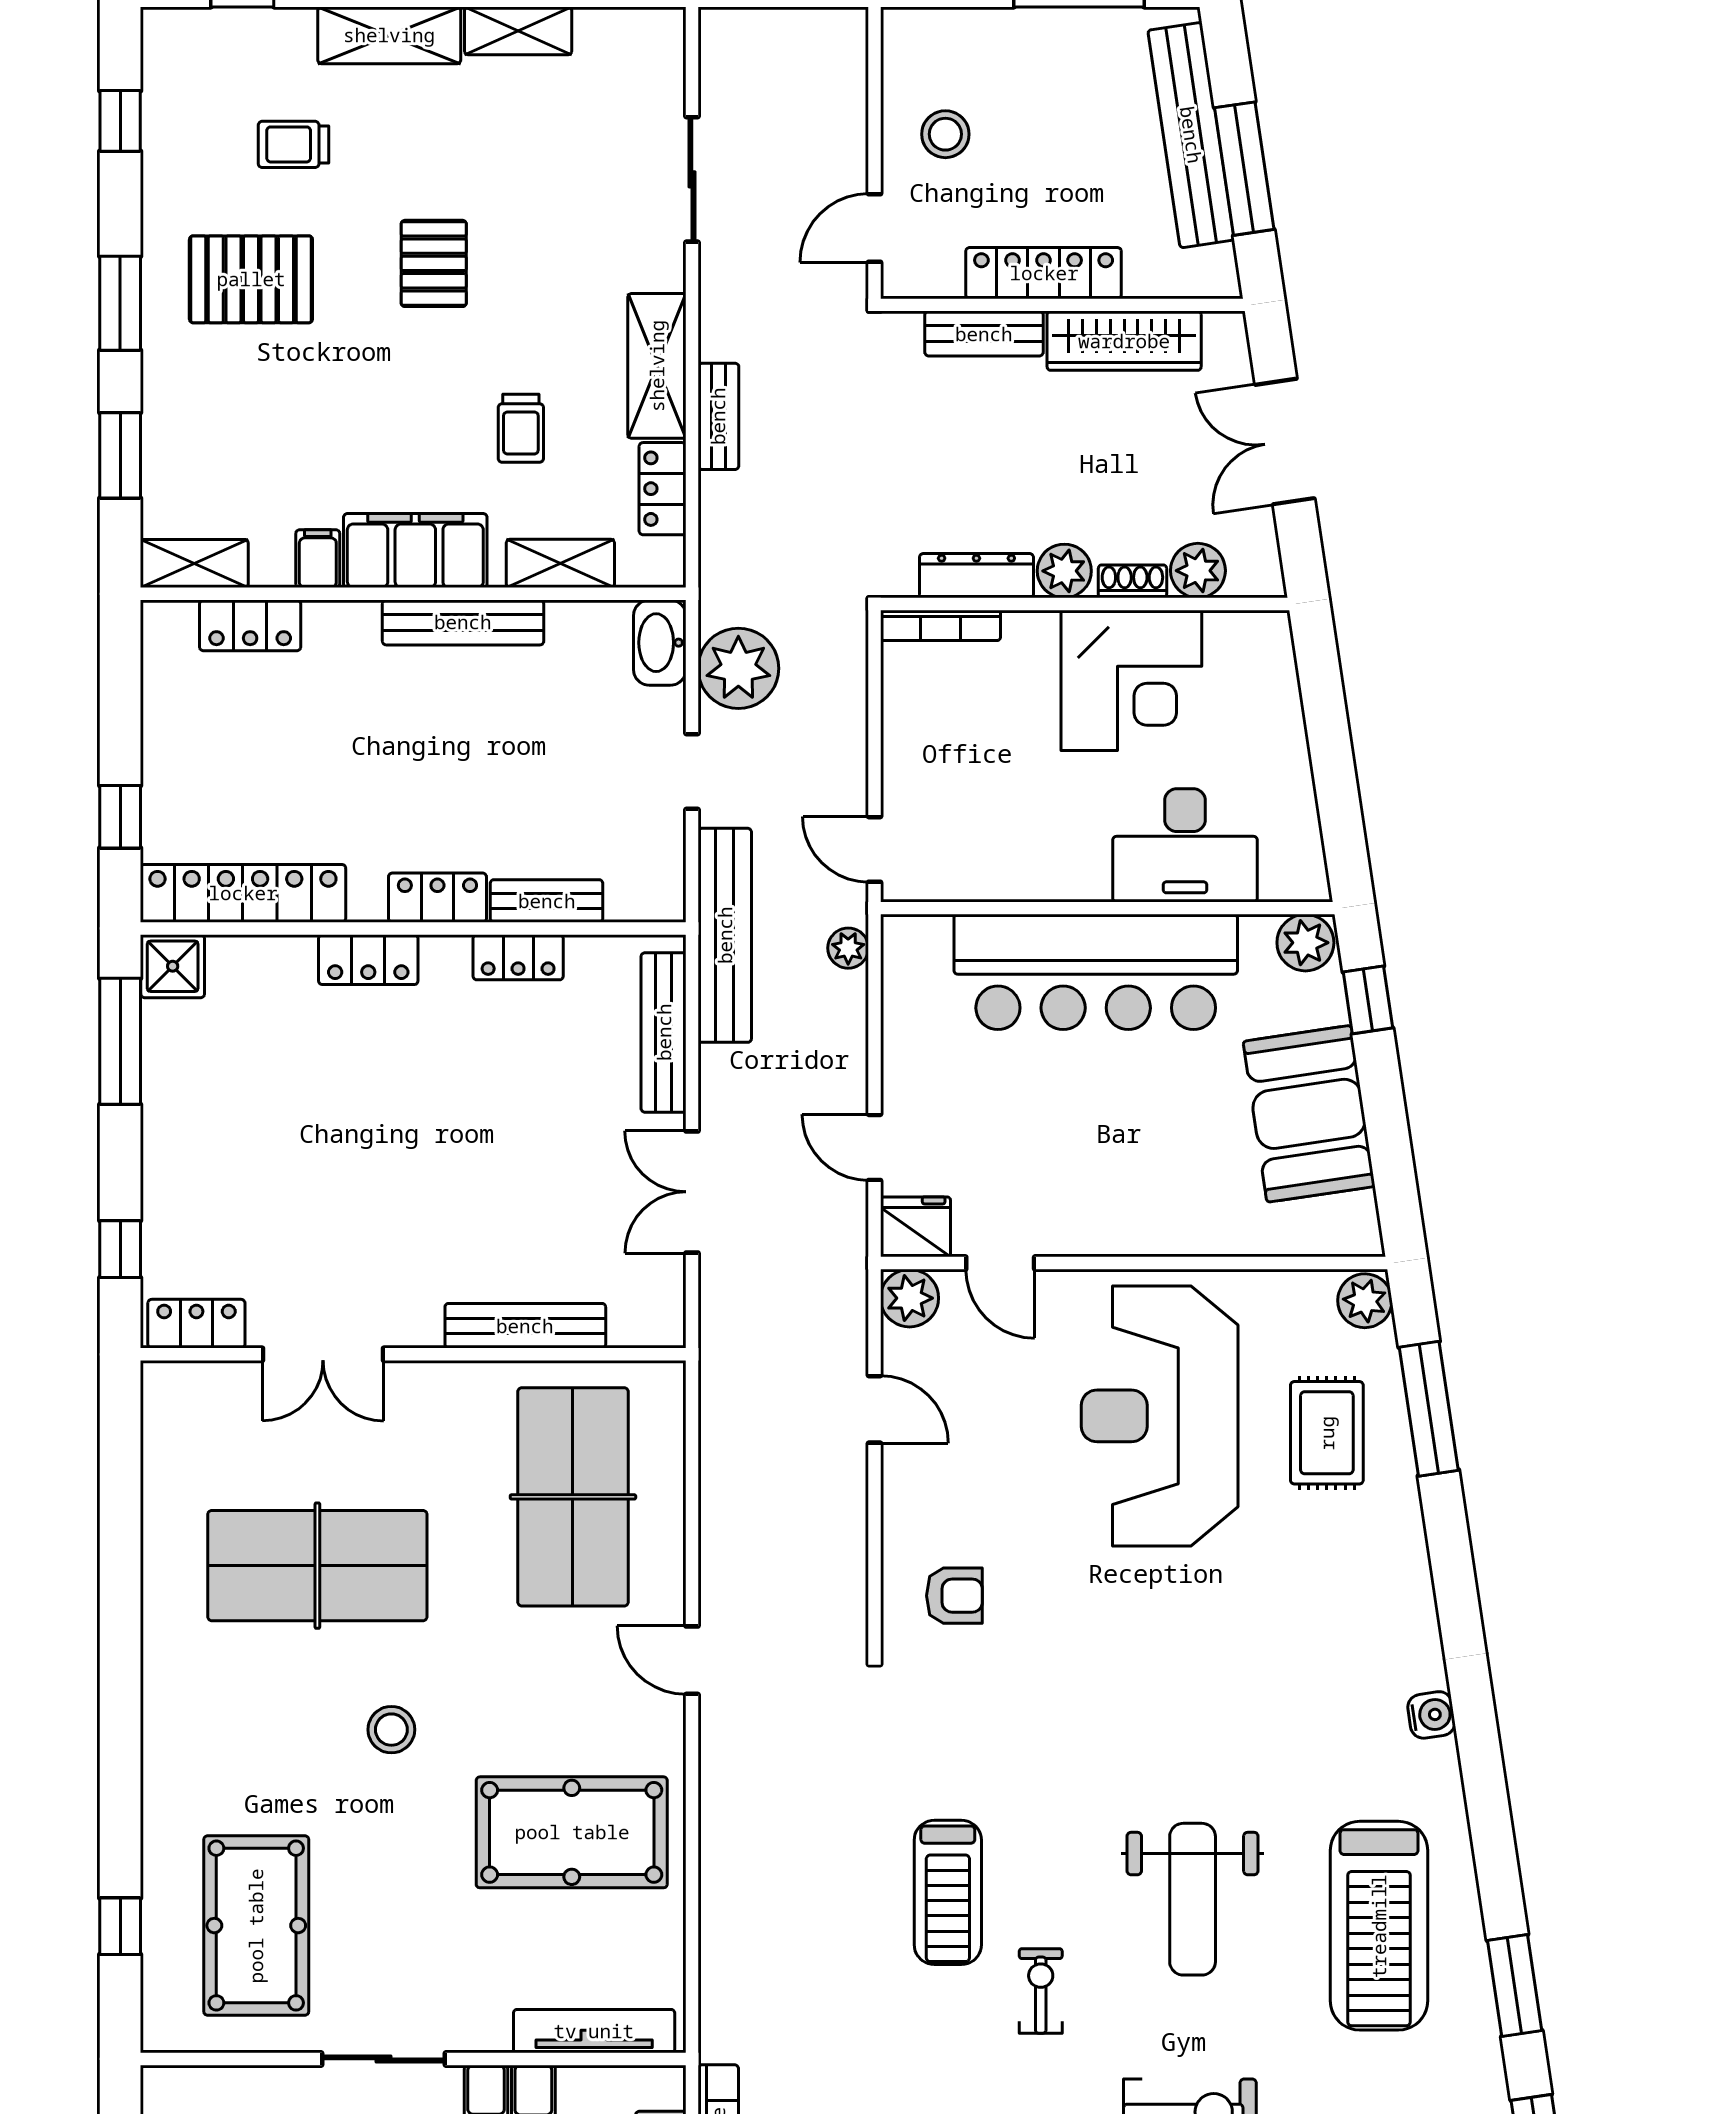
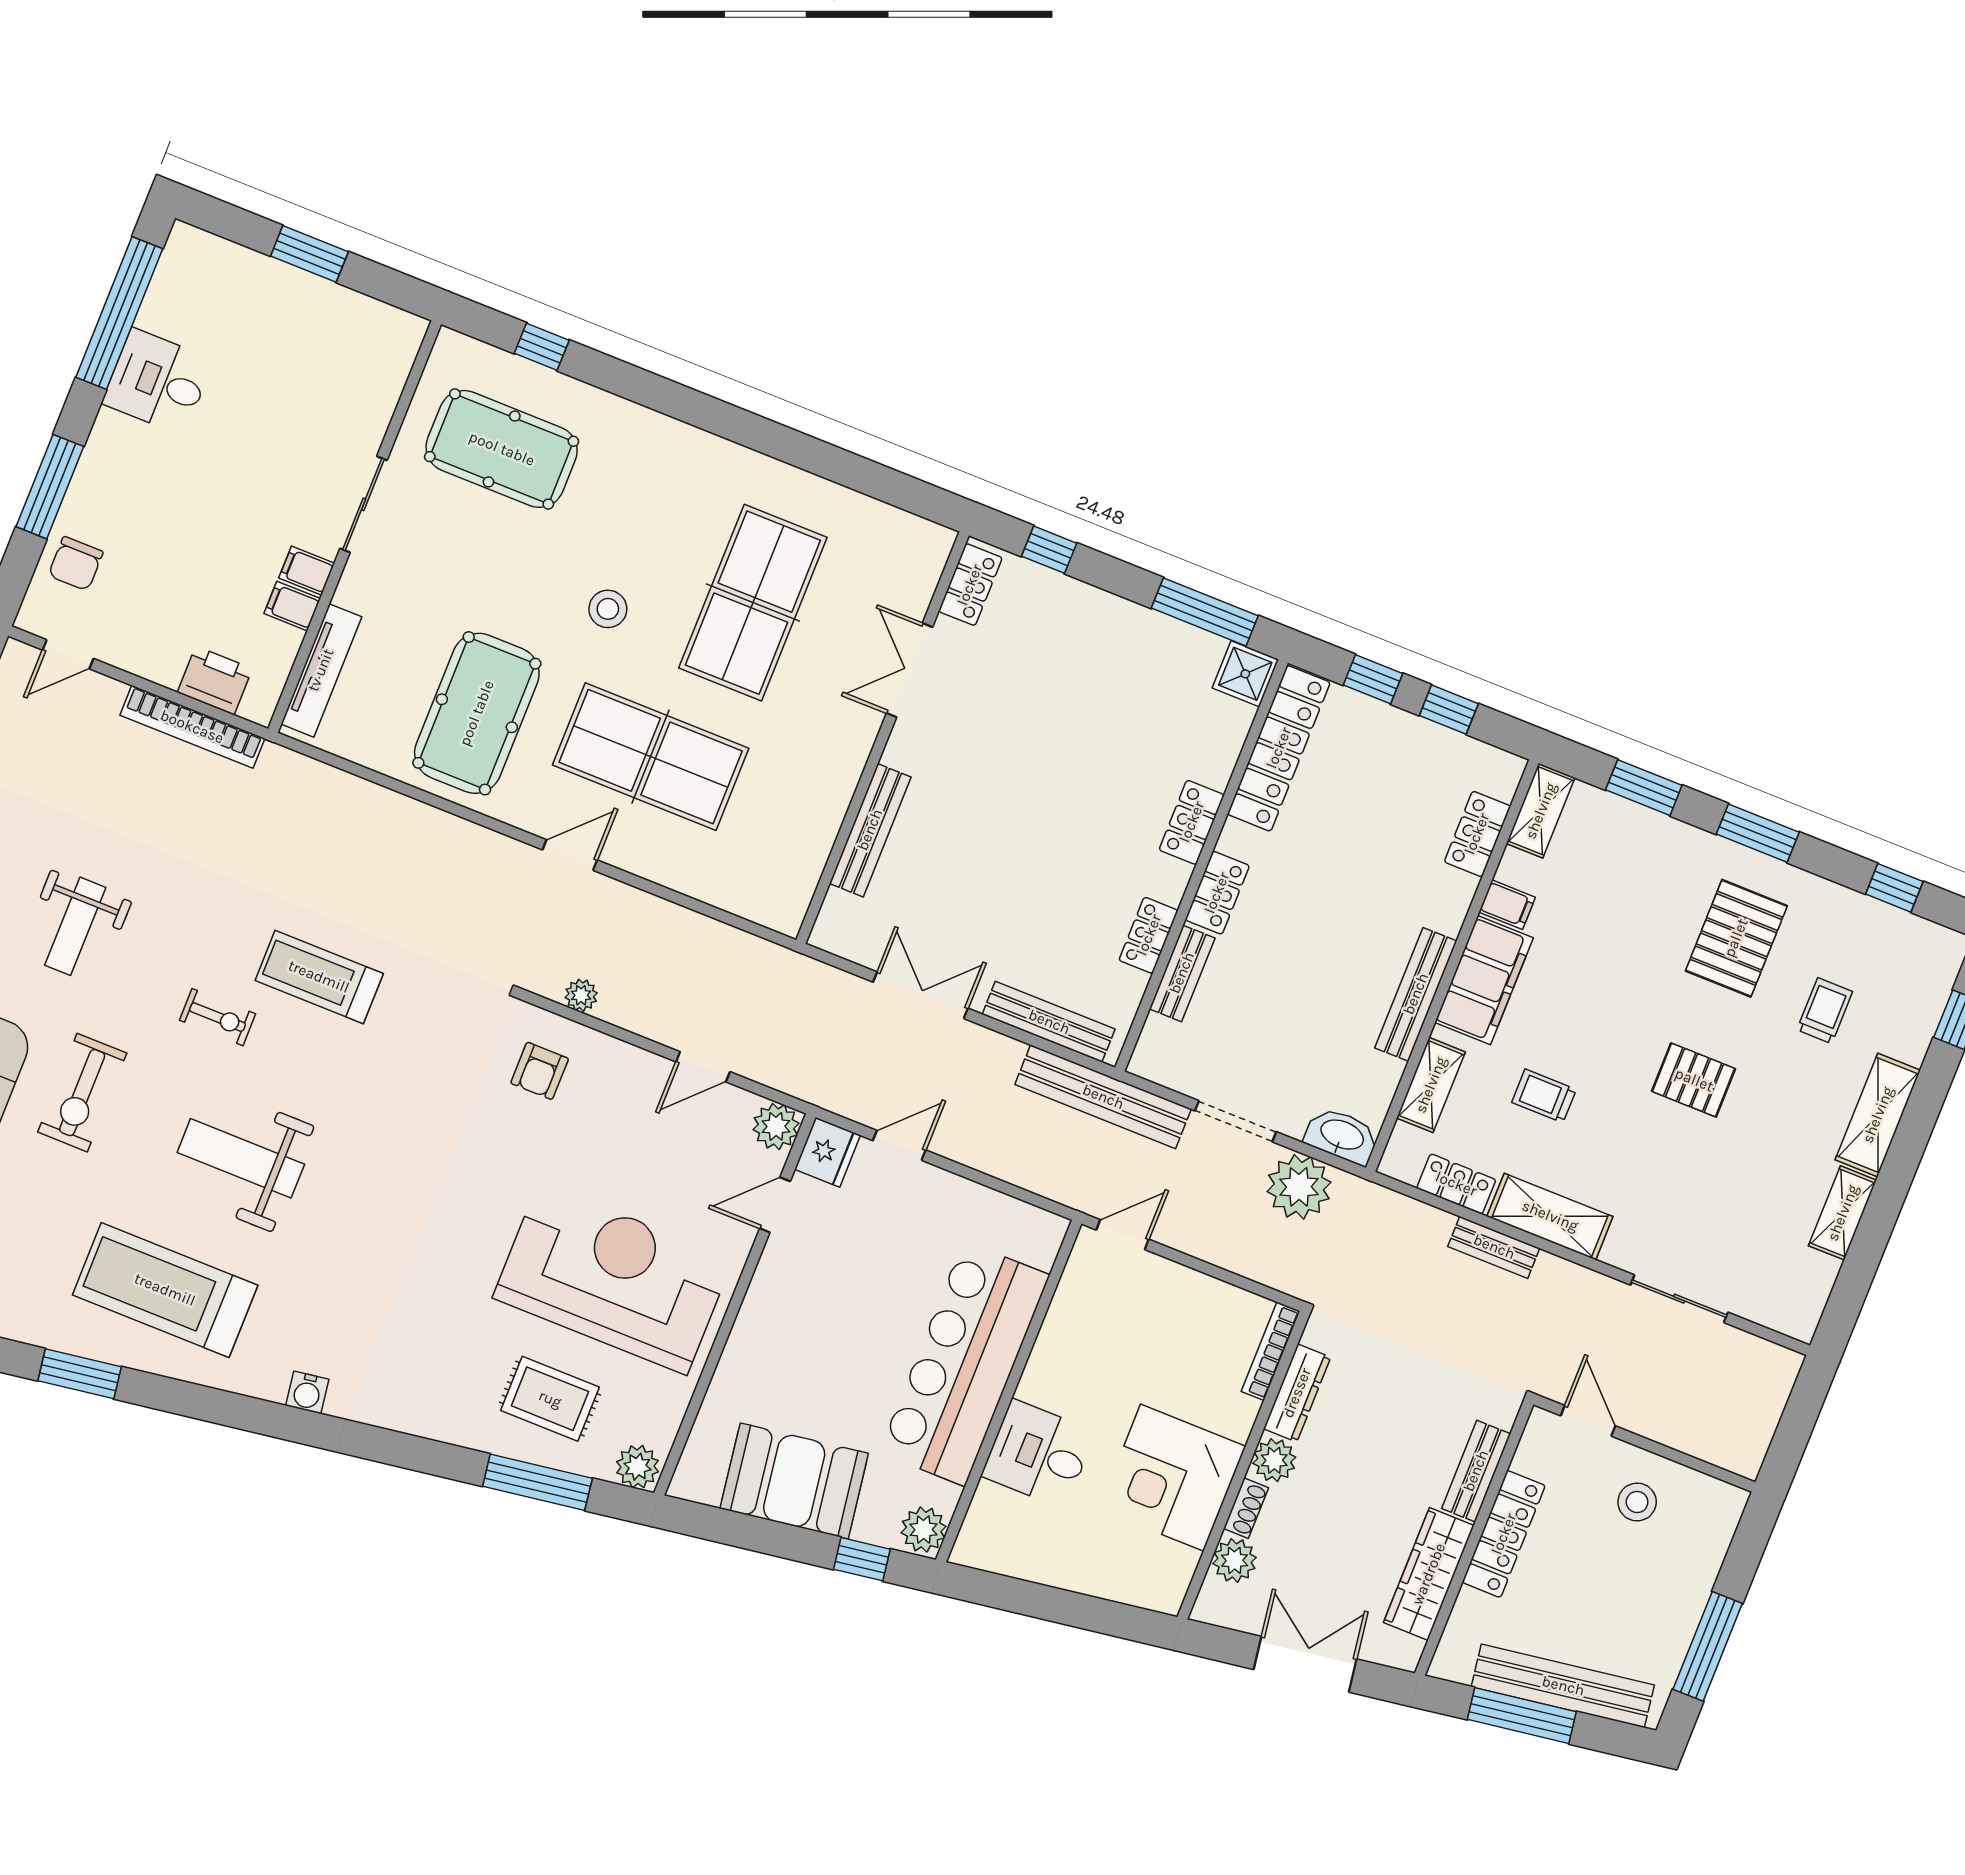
window: (120, 716) -> (1449, 710), added
doorway: (692, 772) -> (1236, 1121), width x1.38
desk: (1185, 845) -> (1038, 1454), width x0.73
plant: (848, 948) -> (581, 995), moved
table tennis table: (573, 1497) -> (651, 757), moved

